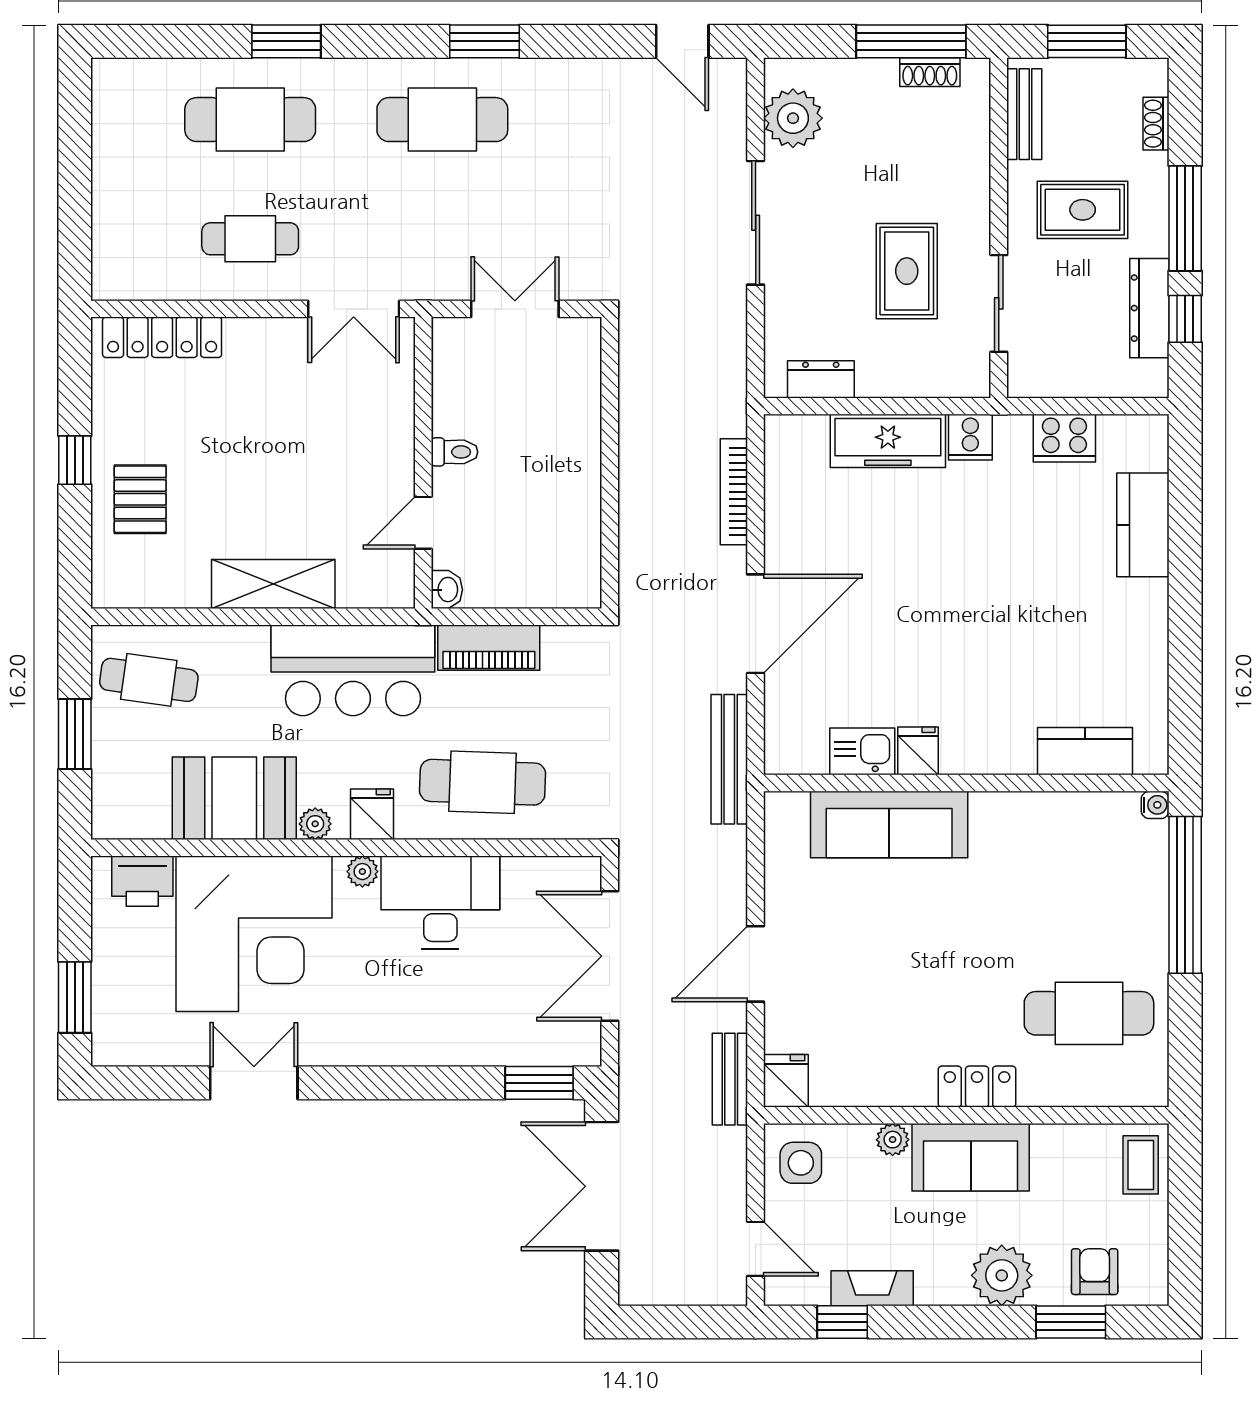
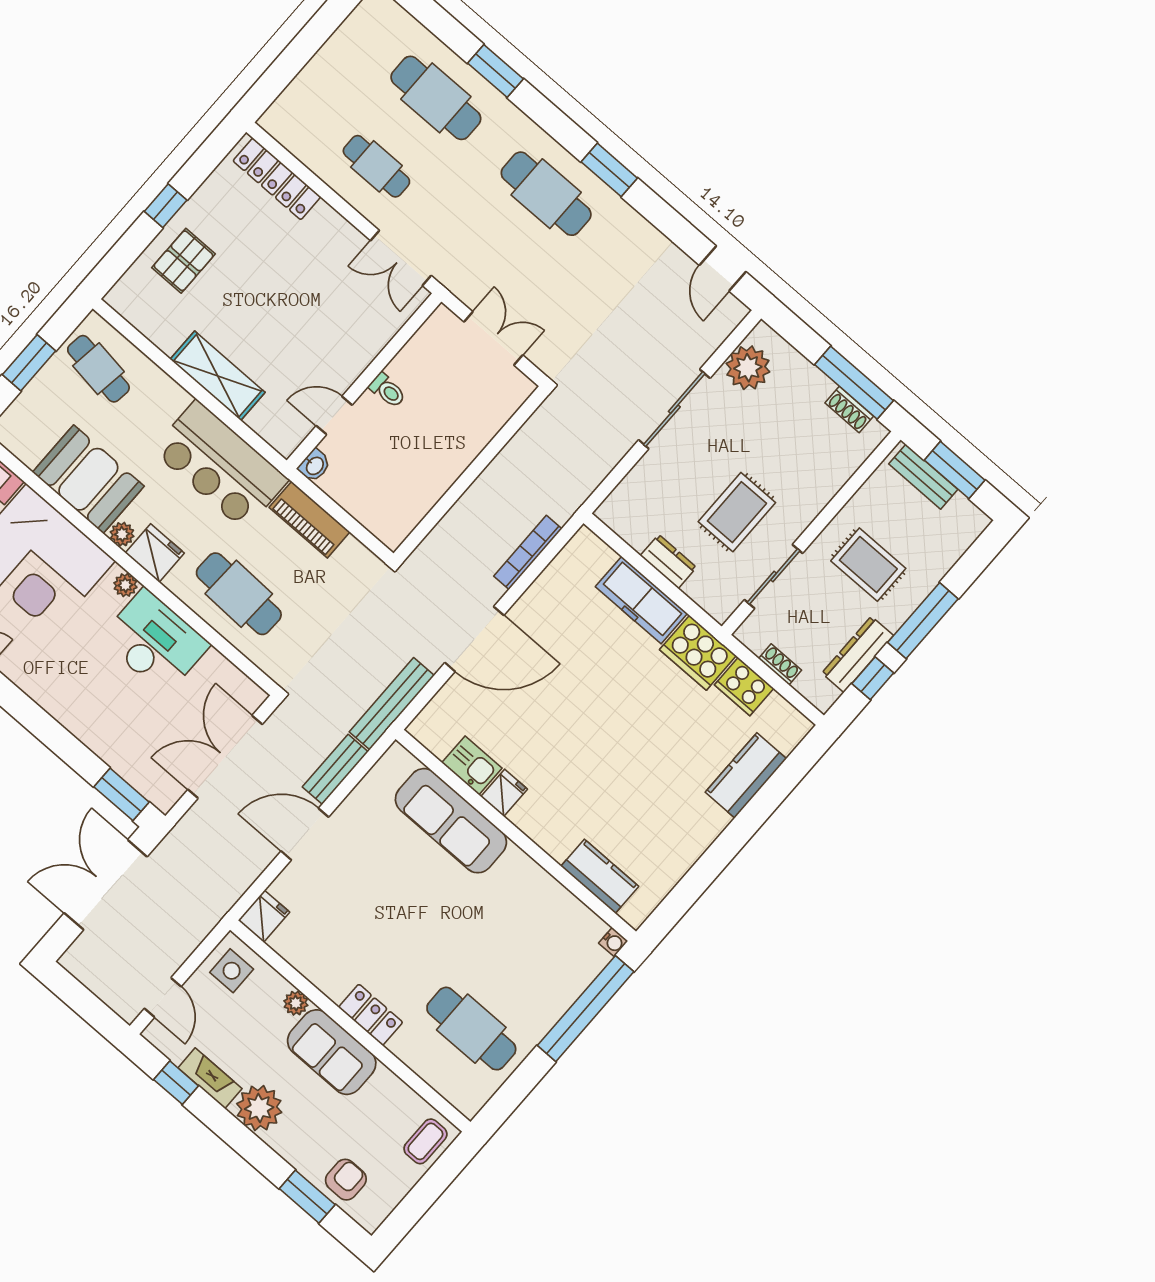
bench: (1024, 114) -> (923, 477), moved, turned 90
shoe rack: (1156, 124) -> (780, 664), moved, turned 90
dresser: (821, 379) -> (668, 561), moved
cooker: (970, 437) -> (698, 653), width x1.87, depth x1.31
fridge: (372, 814) -> (155, 553), width x1.38
bench: (730, 1079) -> (335, 769), moved
plant: (1002, 1275) -> (259, 1108), moved

